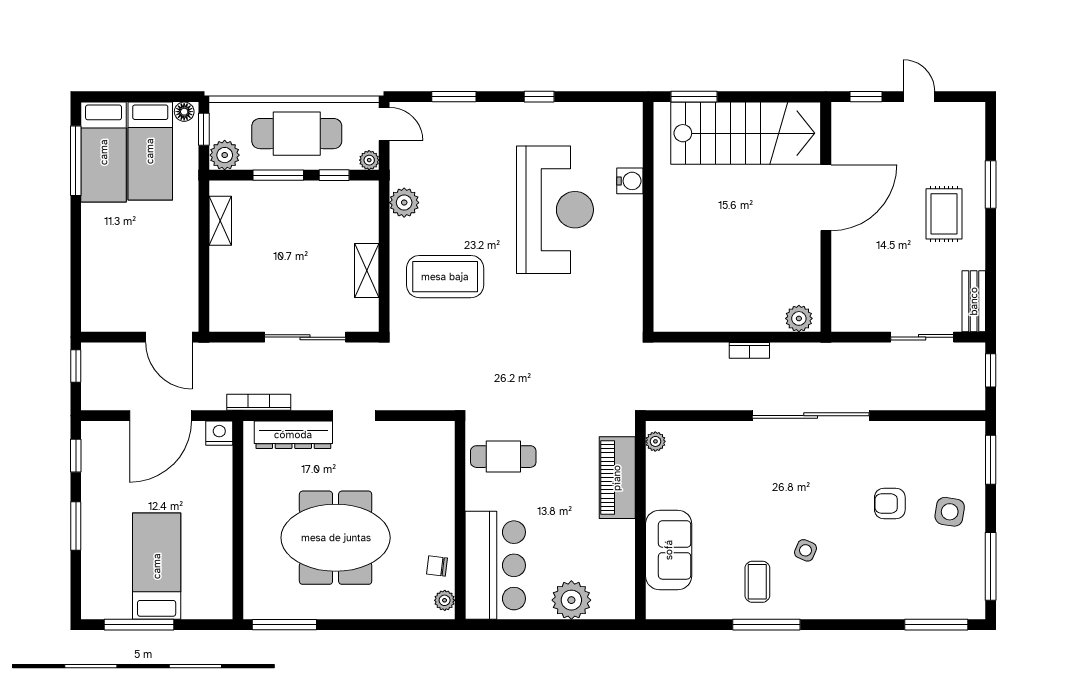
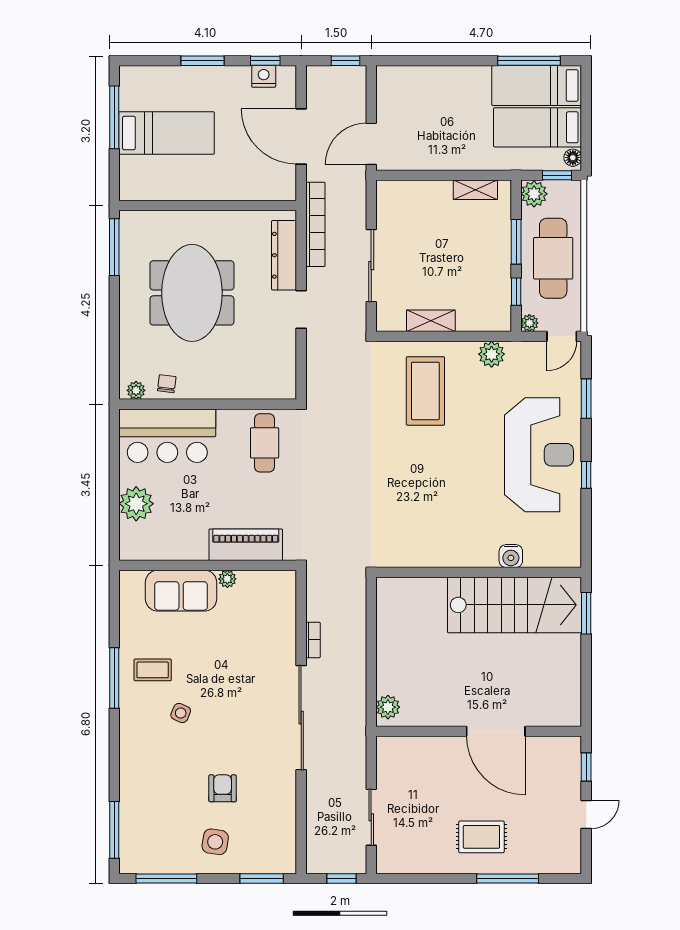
stairs: (746, 133) -> (515, 605), moved, turned -90
window: (991, 185) -> (508, 878), width x1.44
reception desk: (555, 210) -> (539, 455), moved, turned -90
bench: (974, 301) -> (403, 863), removed
bookcase: (749, 350) -> (313, 640), moved, turned 180
bookcase: (259, 402) -> (315, 224), width x1.48, depth x1.31
nightstand: (219, 433) -> (264, 76), moved, turned -90
plant: (655, 441) -> (227, 579), moved

